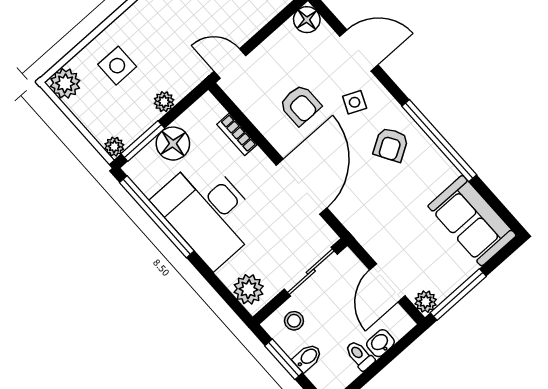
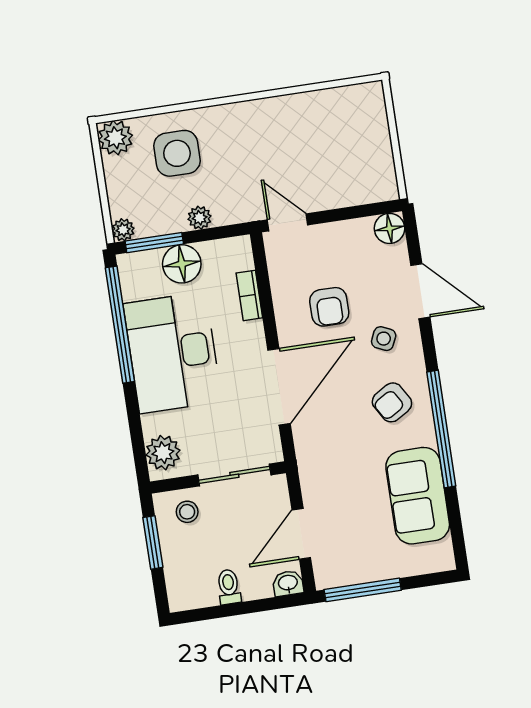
side table: (117, 66) -> (177, 153), width x1.37, depth x1.37
sofa: (472, 221) -> (418, 496), moved
plant: (426, 302) -> (327, 576), removed
washbasin: (380, 343) -> (288, 583), moved
bidet: (307, 358) -> (177, 556), removed

